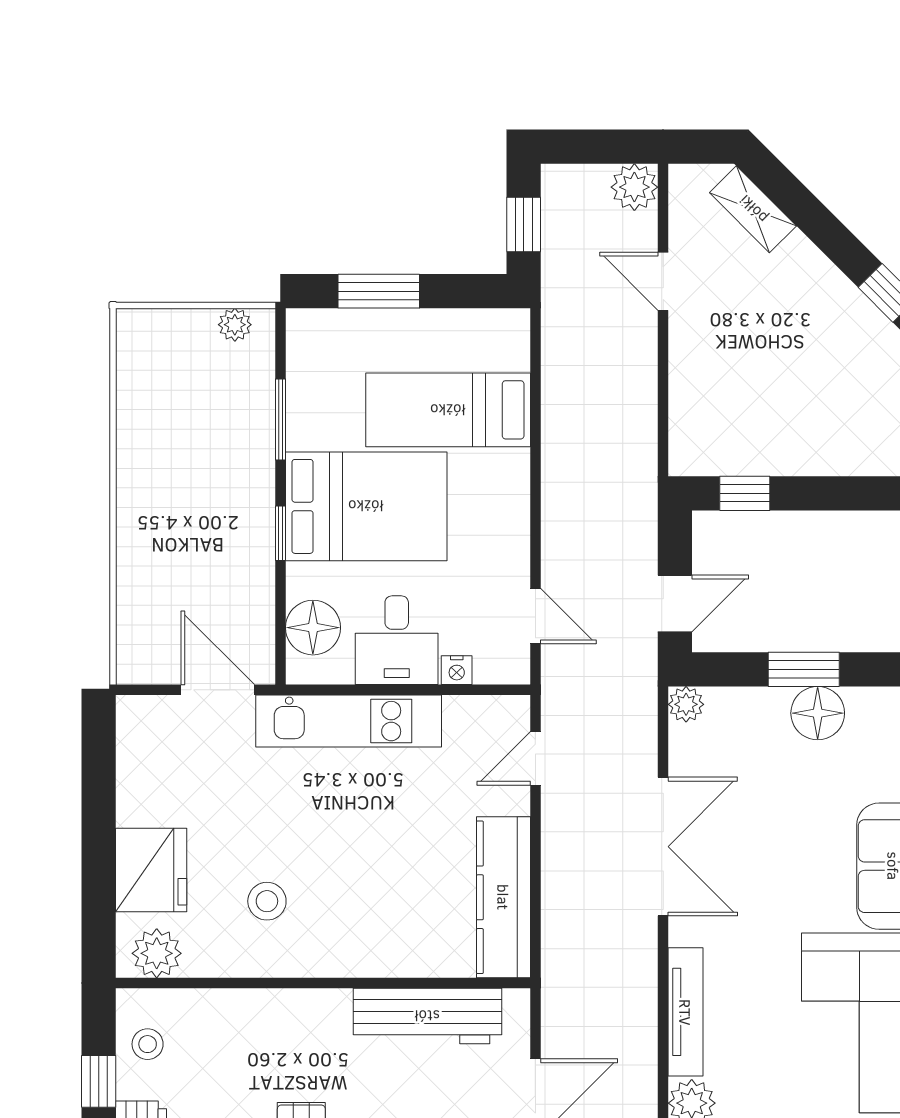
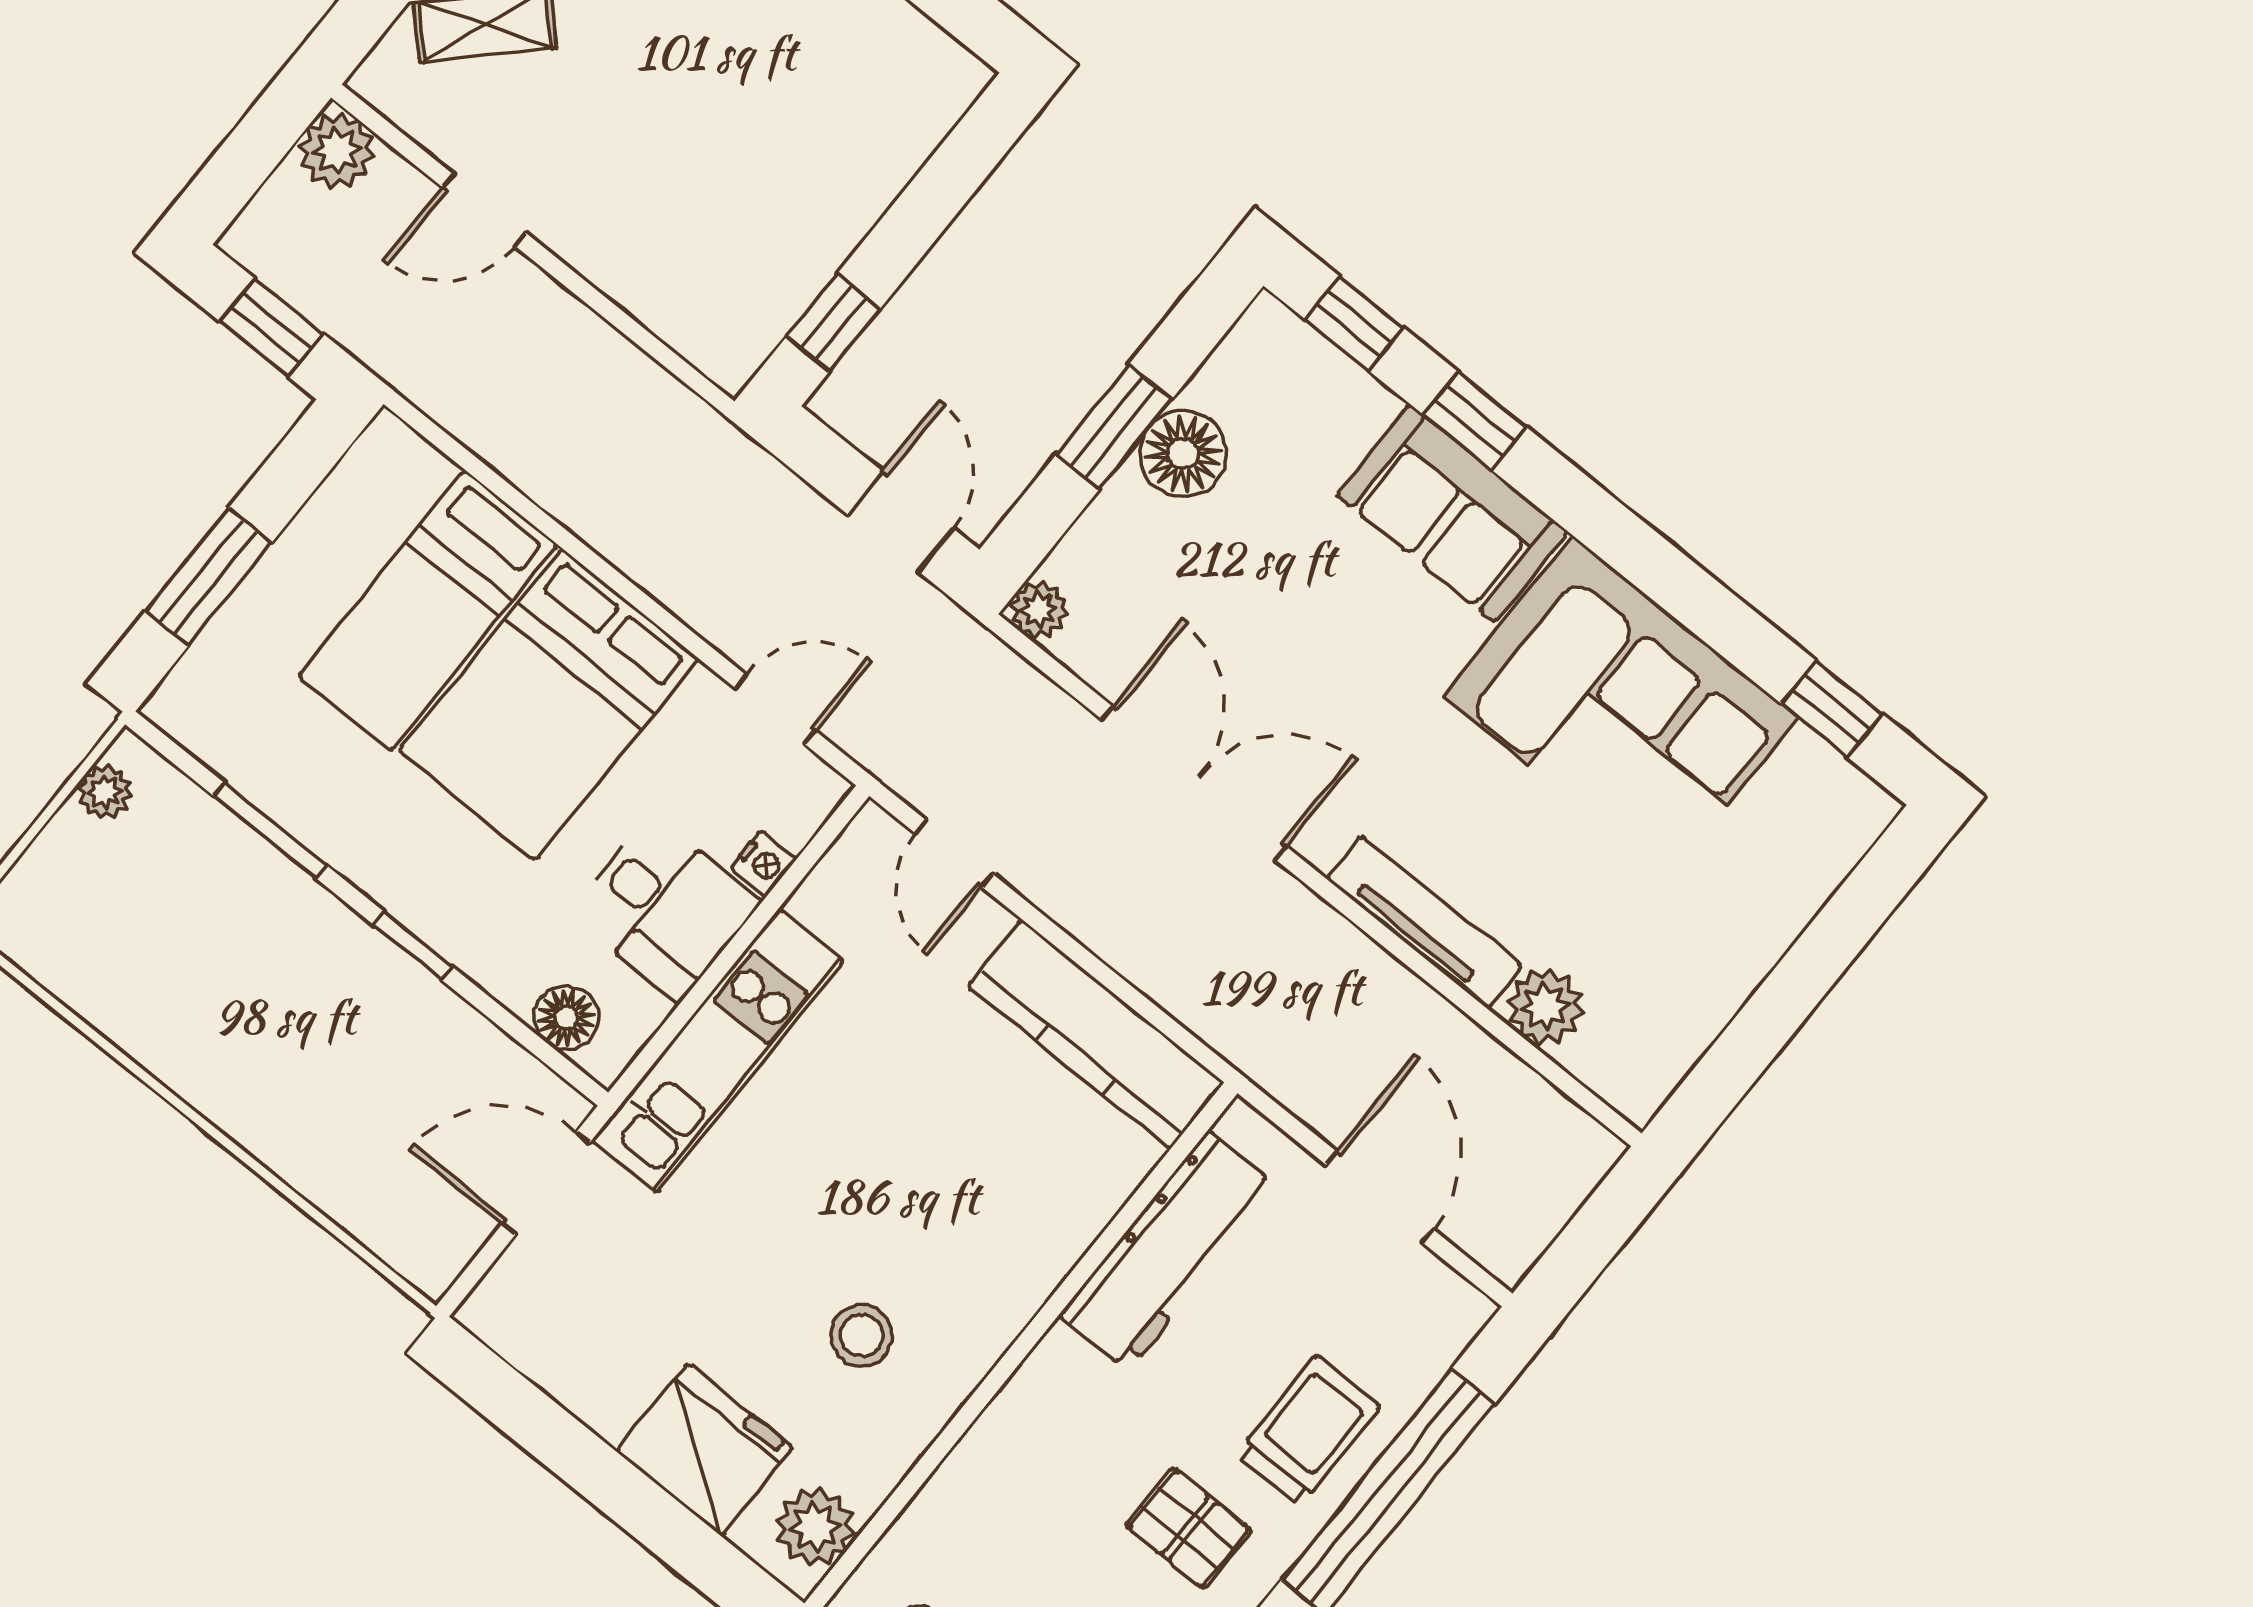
bed: (366, 506) -> (549, 704), moved, turned 180
floor lamp: (313, 628) -> (566, 1018), width x0.73, depth x0.73

